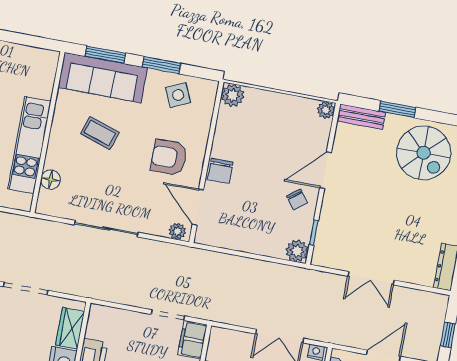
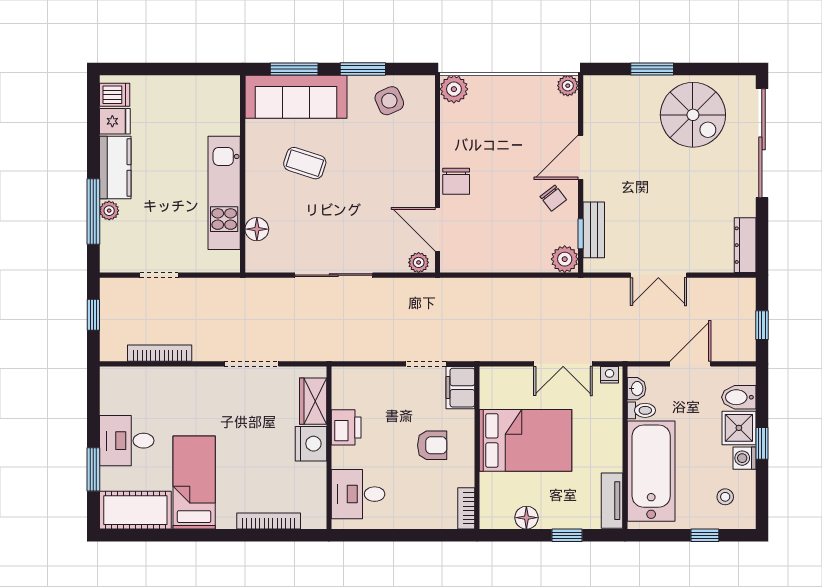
bench: (361, 117) -> (594, 230), moved, turned 90
armchair: (169, 157) -> (392, 177), removed

